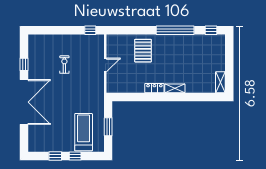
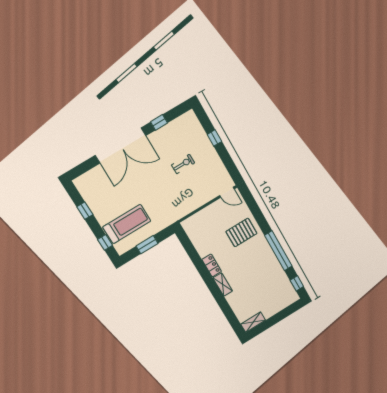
window: (90, 30) -> (214, 138), moved
door: (105, 65) -> (227, 192), moved
window: (75, 156) -> (105, 242), moved

